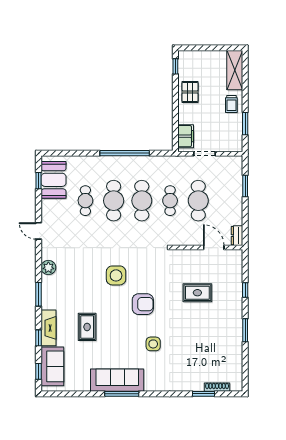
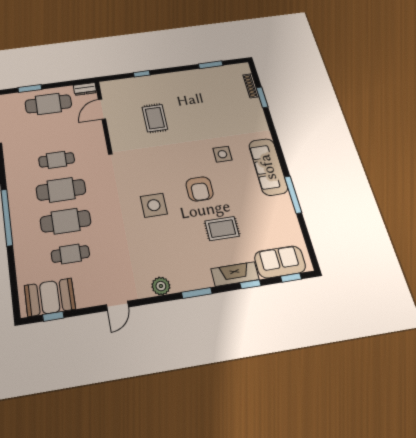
cafe table: (198, 201) -> (48, 104), moved
armchair: (143, 304) -> (200, 189), moved, turned 180
window: (245, 330) -> (211, 65), moved
sofa: (117, 380) -> (268, 167), moved
window: (122, 394) -> (293, 195), moved

